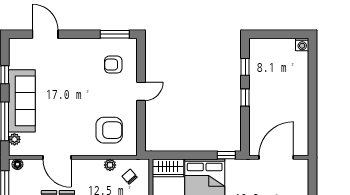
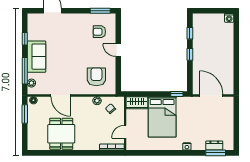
door: (141, 91) -> (118, 50), swing flipped
sofa: (22, 101) -> (36, 57), width x0.73
armchair: (109, 130) -> (96, 77), turned -90
door: (276, 157) -> (211, 96), hinge flipped

